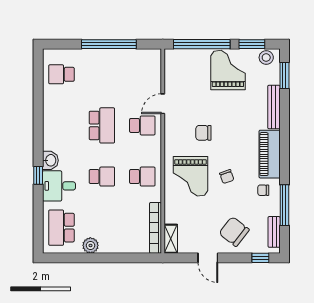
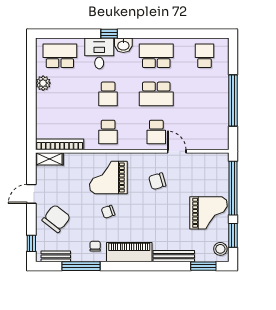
school desk: (61, 125) -> (156, 56), added
chair: (203, 133) -> (157, 181), moved, turned -106

